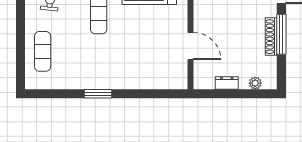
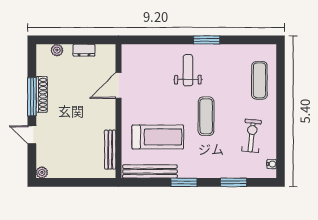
door: (191, 46) -> (118, 85), hinge flipped
weight bench: (118, 62) -> (188, 70), added

